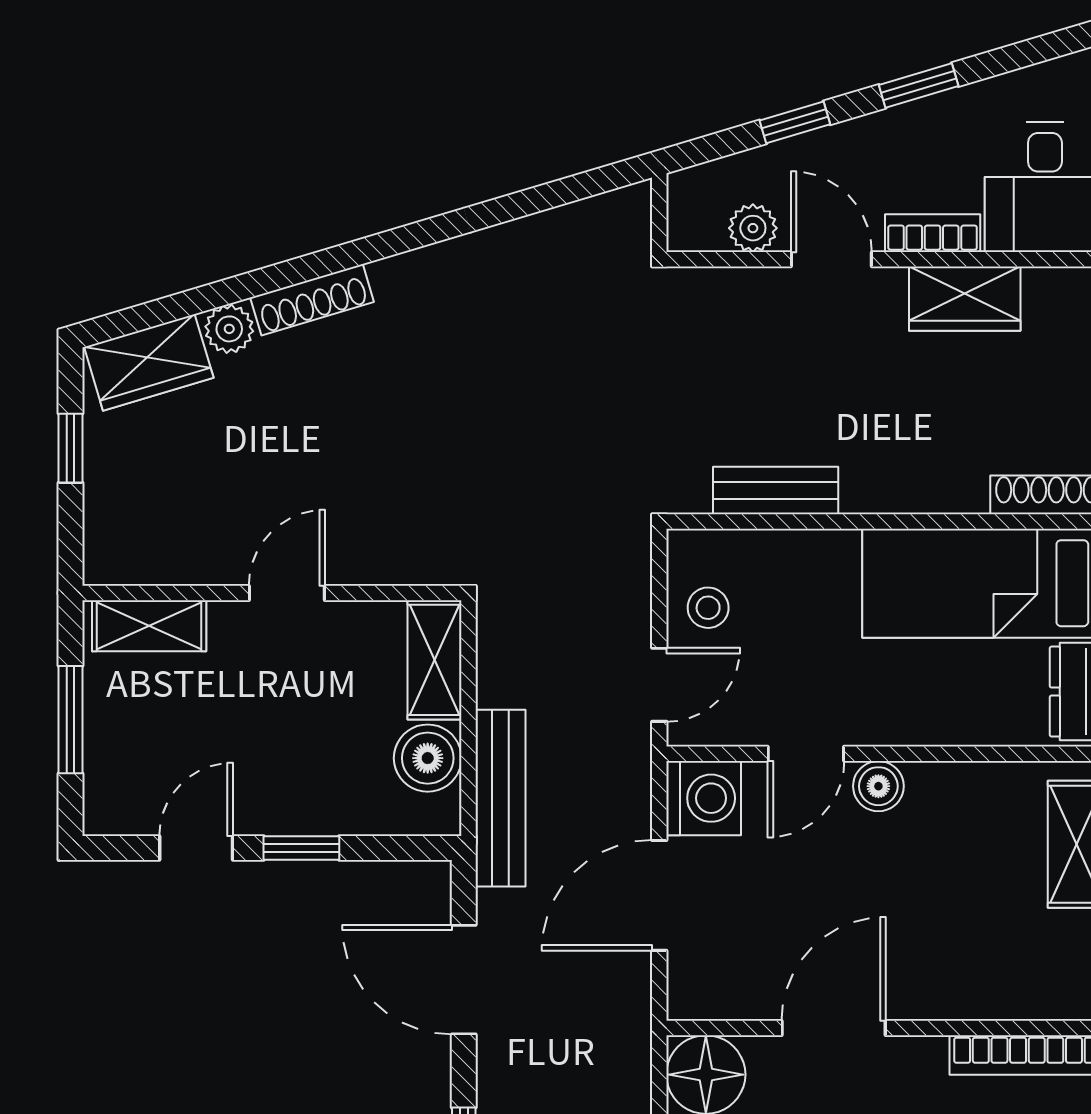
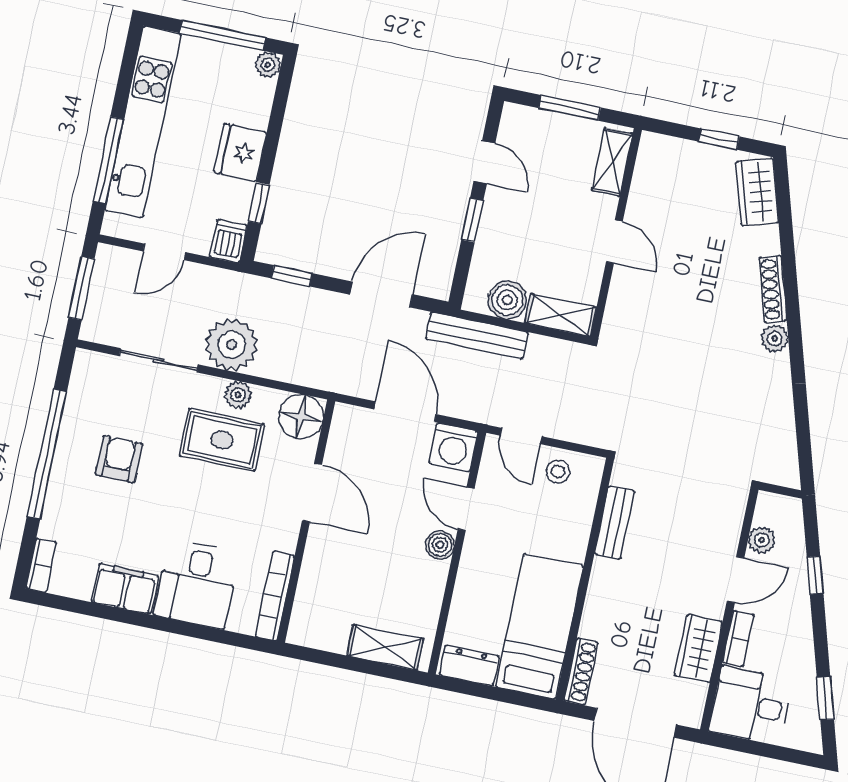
window: (919, 85) -> (825, 698), moved
plant: (229, 329) -> (775, 338), moved

